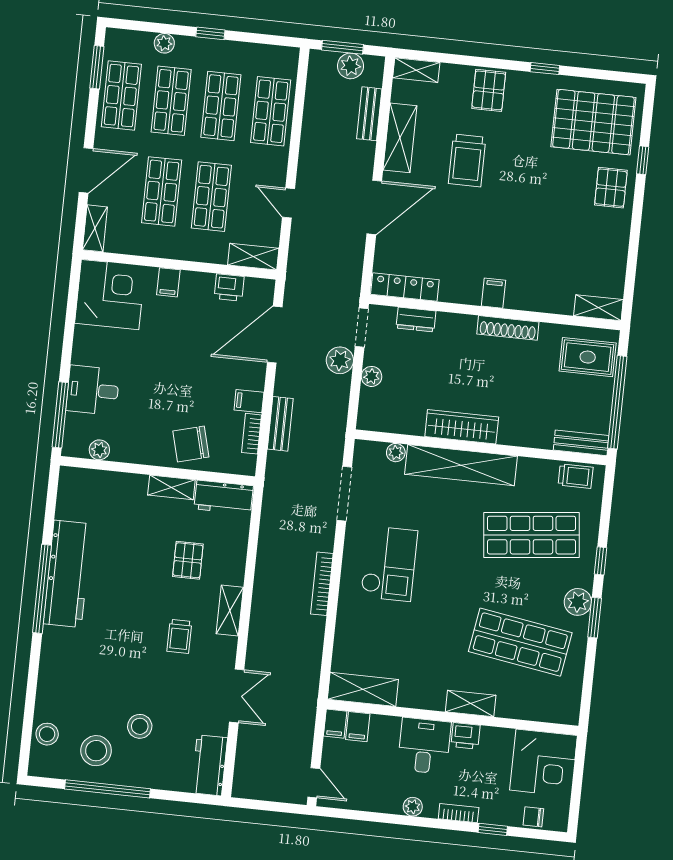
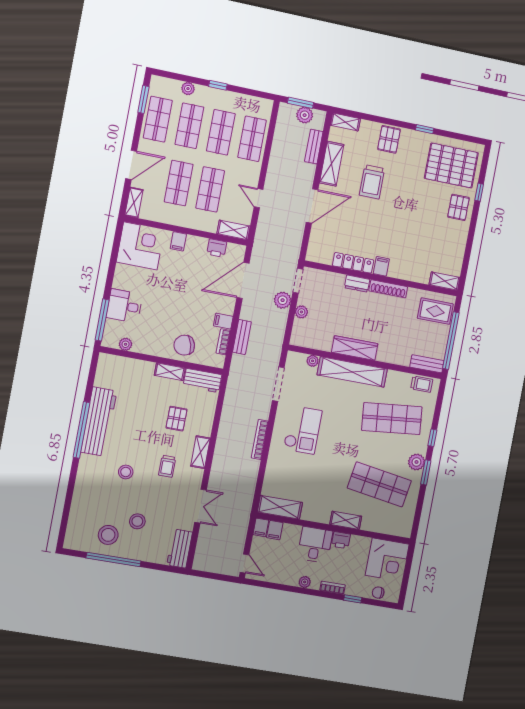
locker: (405, 287) -> (353, 263), moved
dresser: (416, 320) -> (357, 284), moved
stool: (47, 734) -> (126, 472), moved

